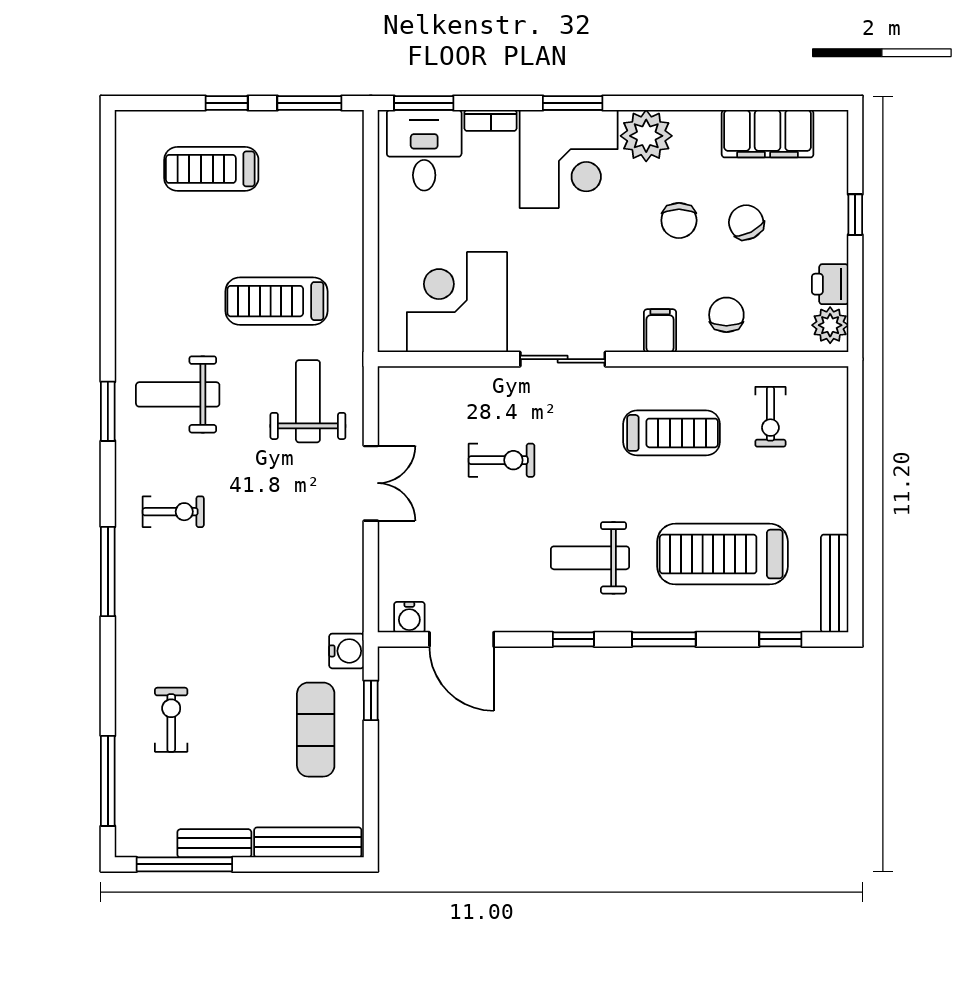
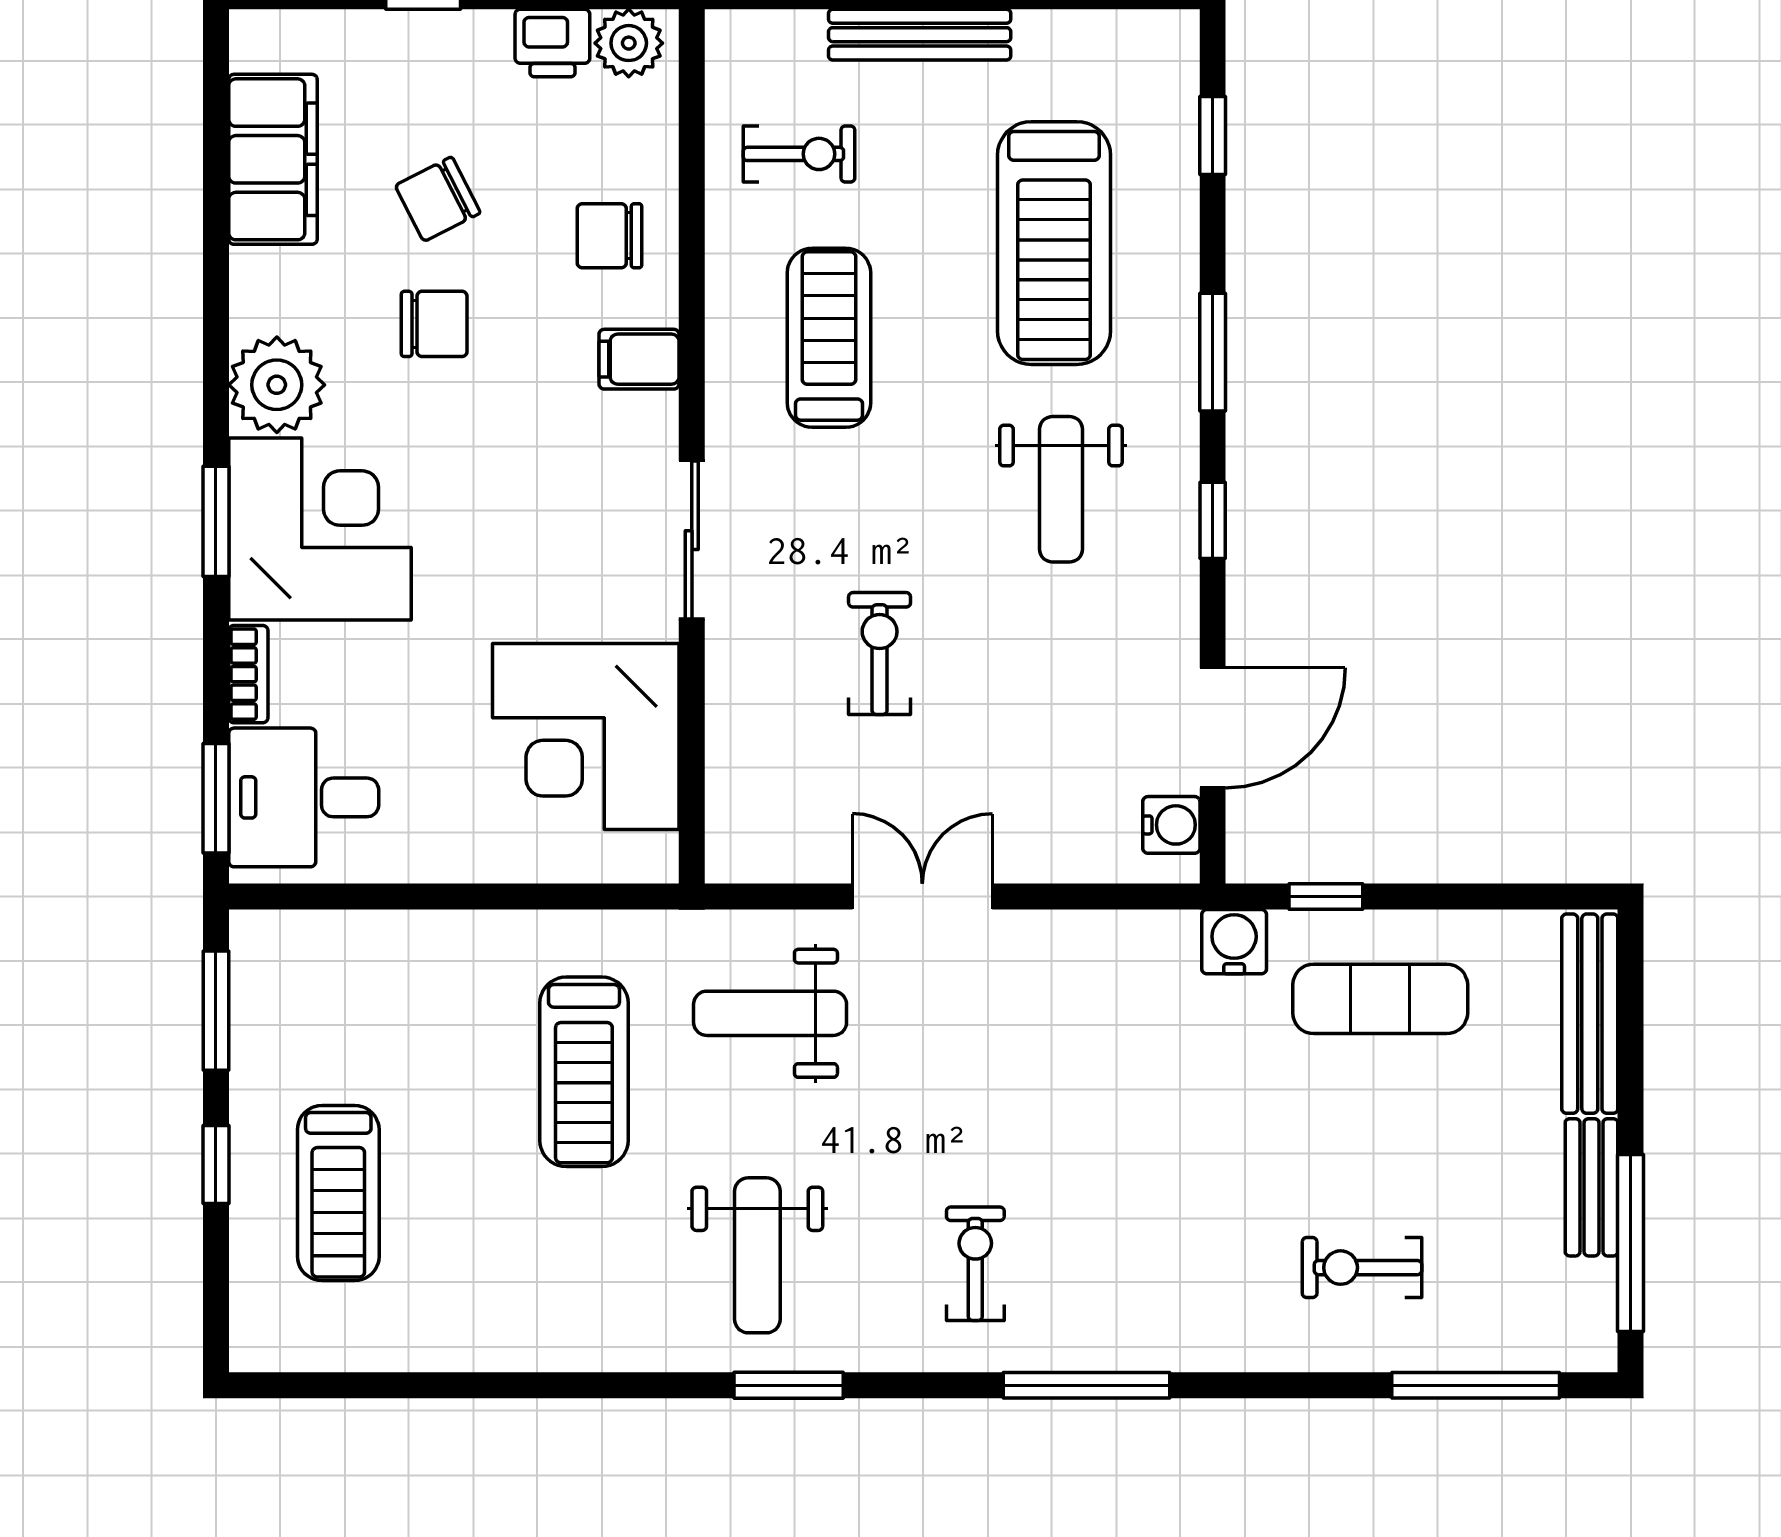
bench: (835, 584) -> (920, 35), moved

